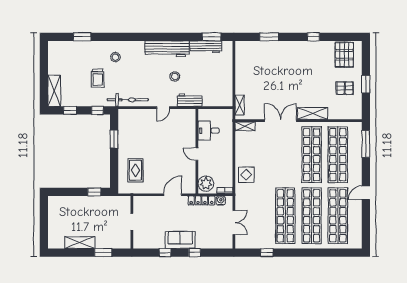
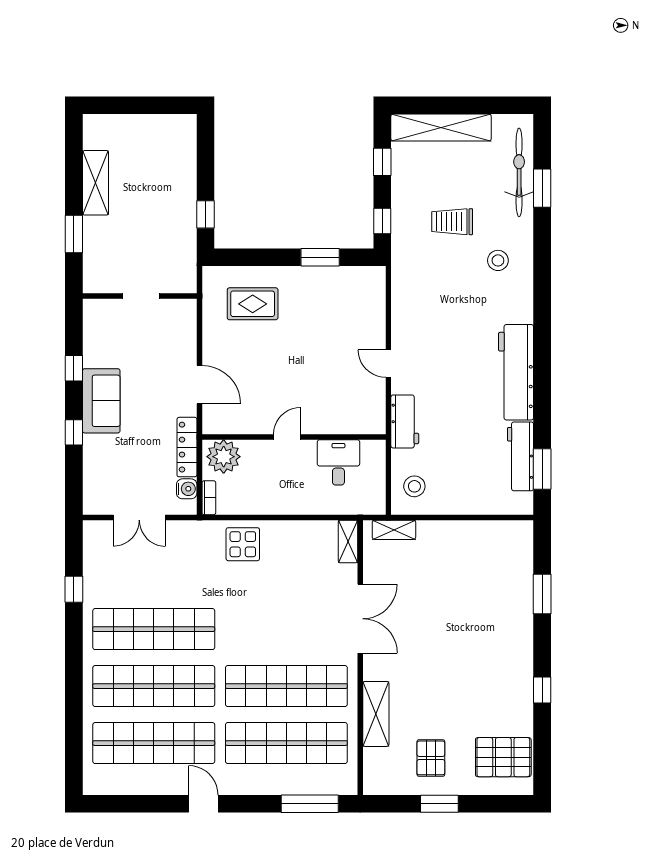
stool: (175, 76) -> (414, 486), moved
shelving: (54, 91) -> (441, 128), width x1.47
bicycle: (128, 100) -> (519, 172), moved, turned 180
shelving: (313, 113) -> (376, 714), moved

